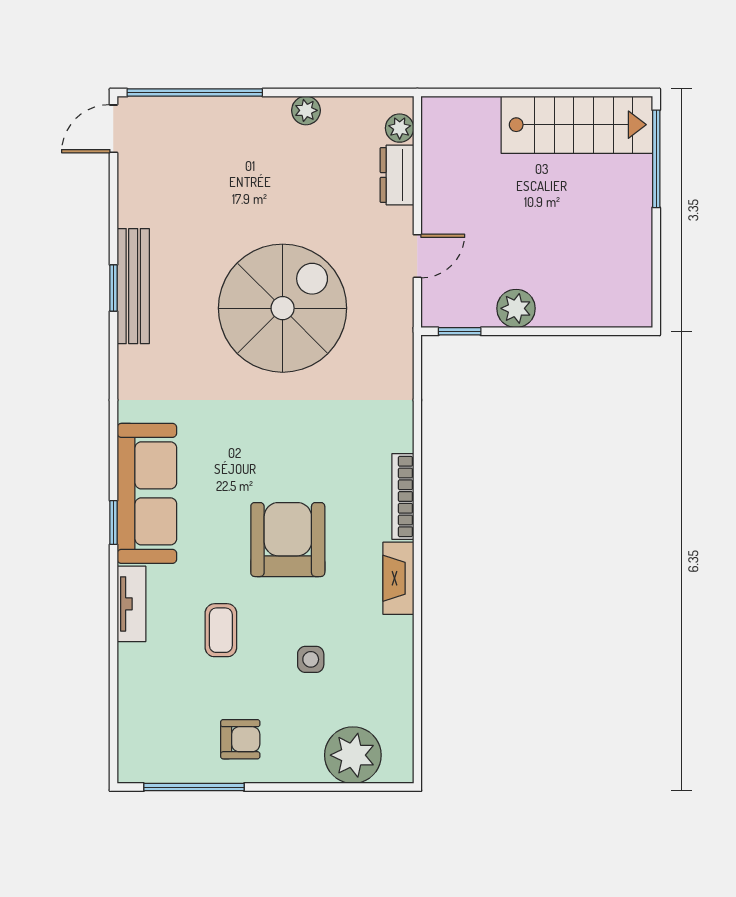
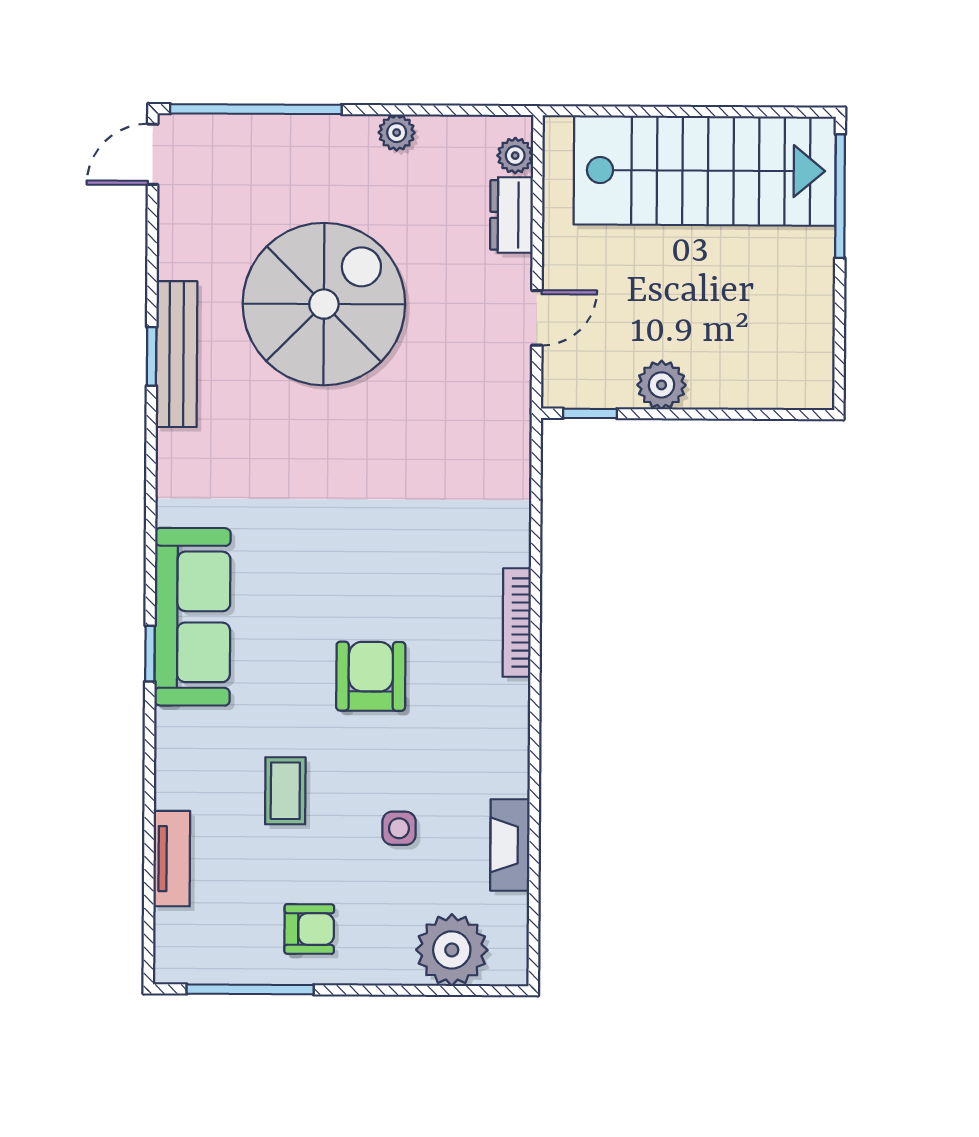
stairs: (577, 125) -> (705, 171), width x1.36, depth x1.51
spiral stairs: (283, 308) -> (324, 304), moved
armchair: (288, 540) -> (371, 676), width x0.73, depth x0.73
fireplace: (398, 578) -> (510, 845), moved
tv unit: (131, 604) -> (172, 859), moved

